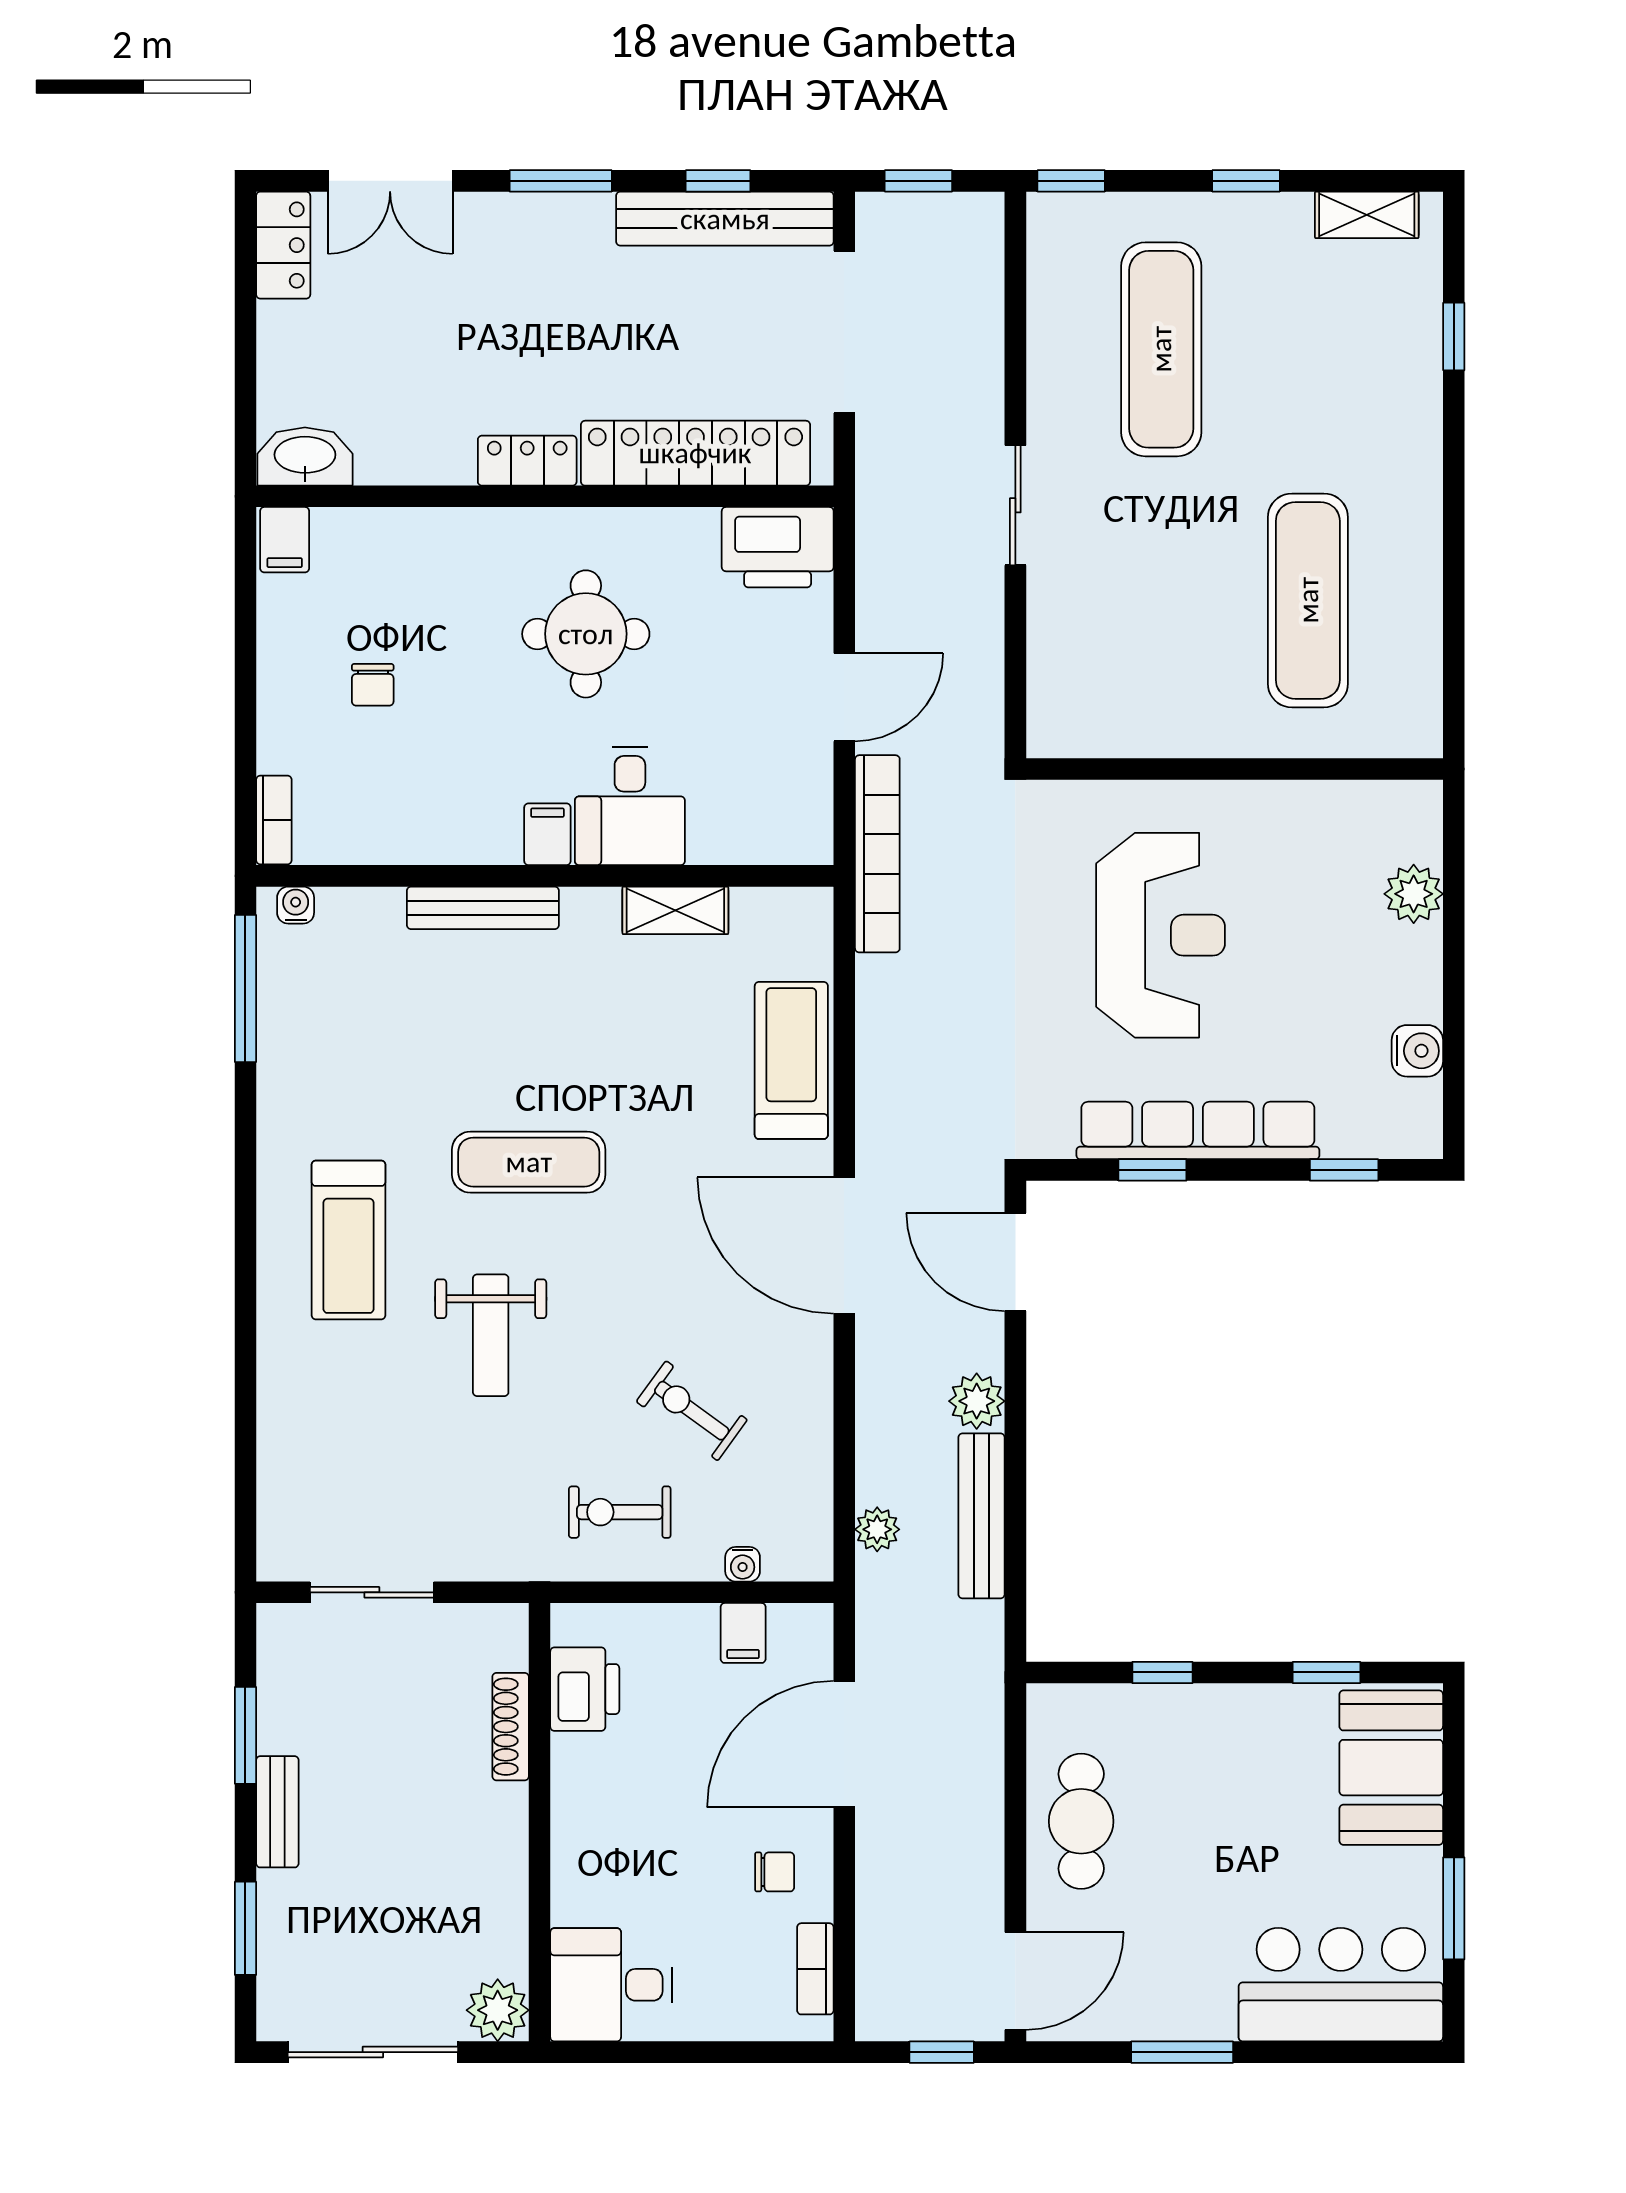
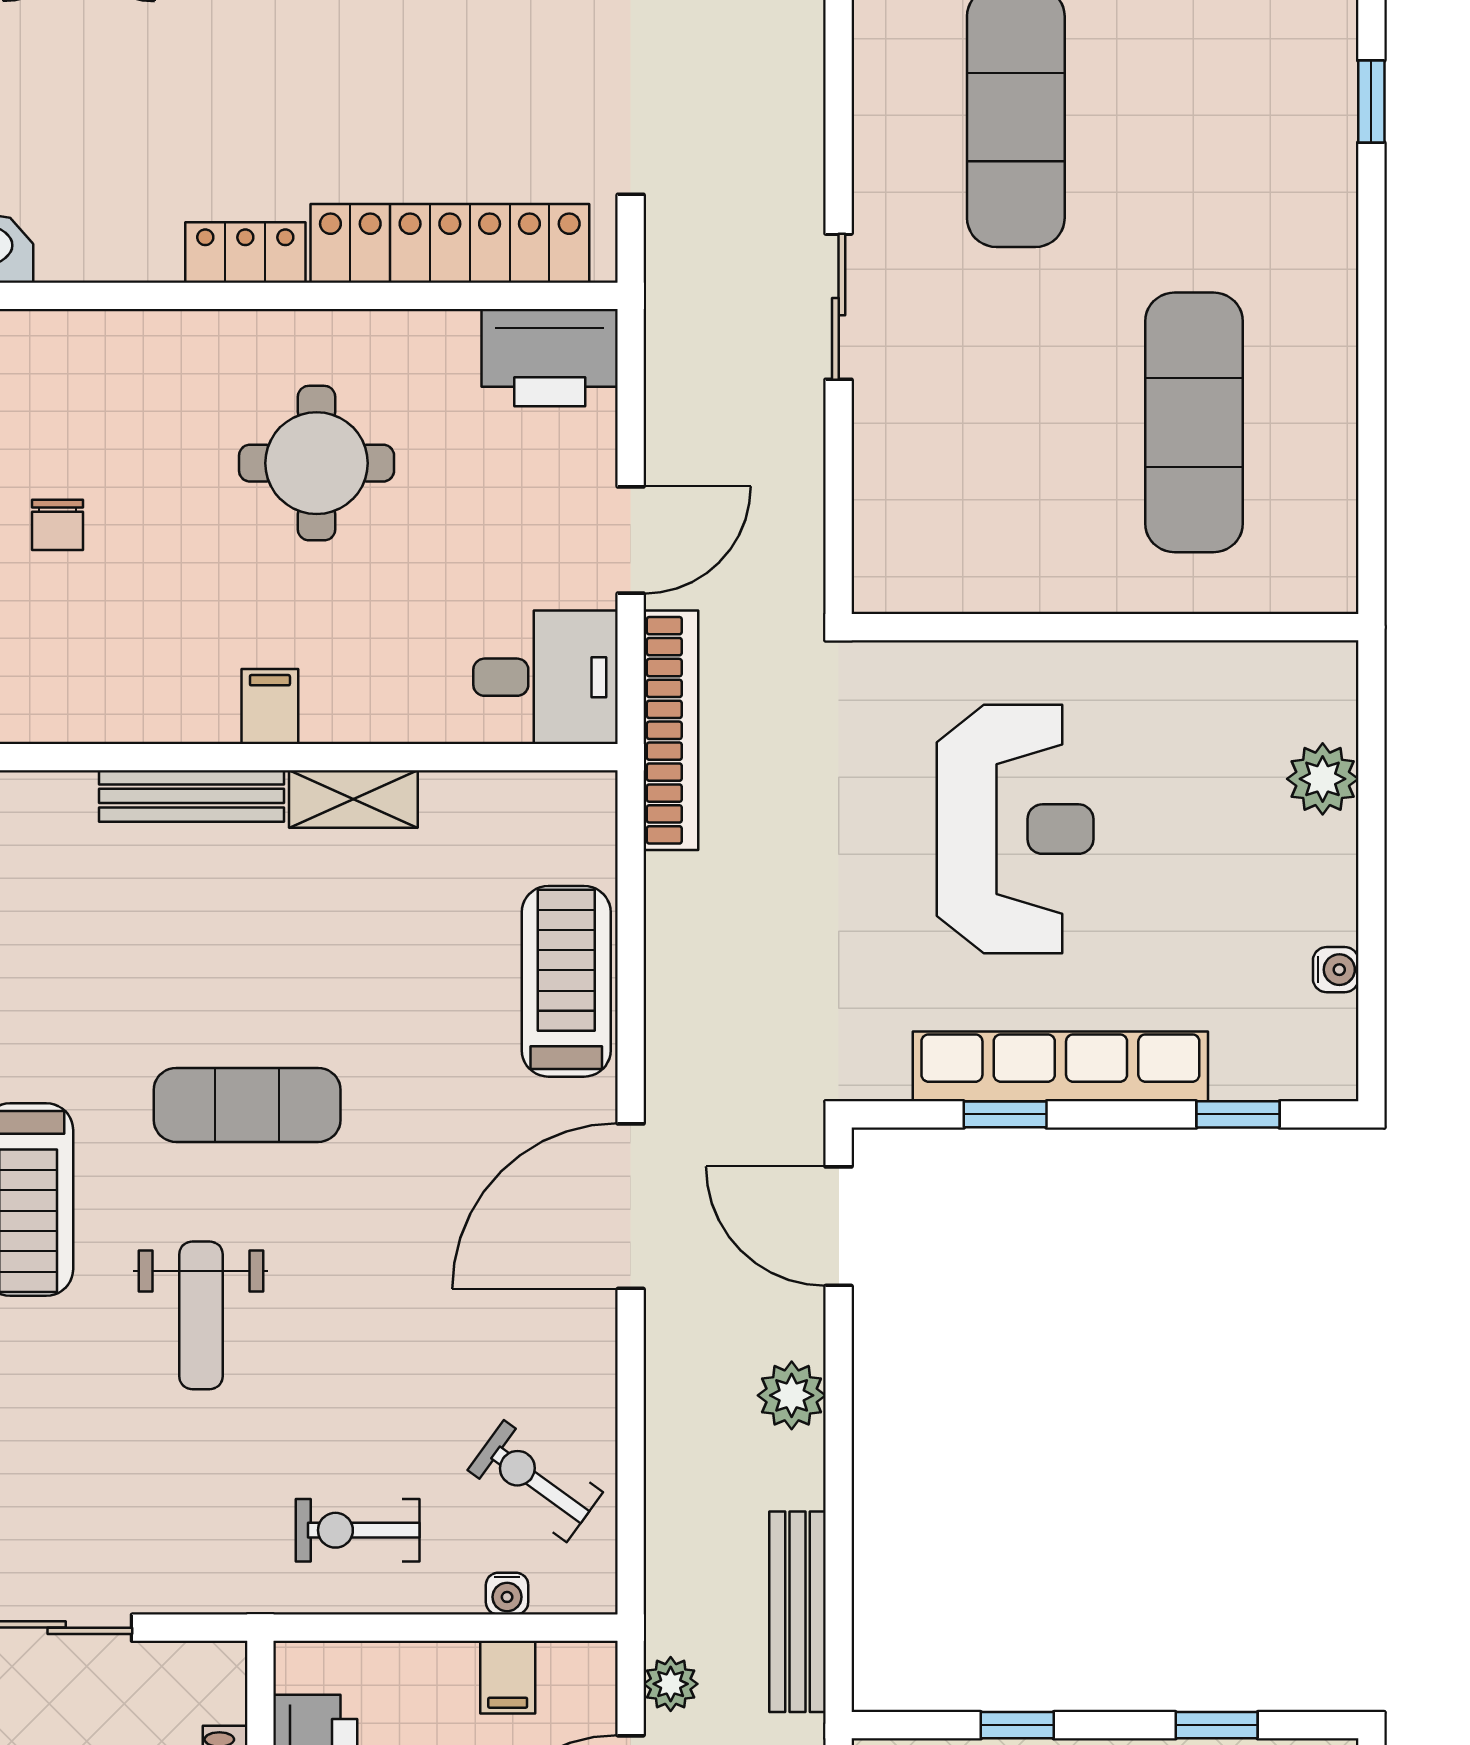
desk: (630, 806) -> (546, 677), moved, turned -90
shelving: (675, 910) -> (353, 799), moved
water cooler: (1417, 1051) -> (1336, 970), width x0.72, depth x0.72
door: (844, 1245) -> (631, 1206), hinge flipped
exercise bike: (692, 1411) -> (535, 1481), moved
bench: (982, 1516) -> (797, 1612), moved
plant: (877, 1529) -> (671, 1684), moved

